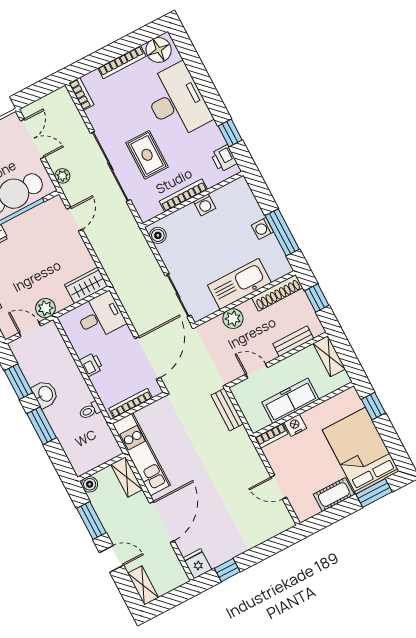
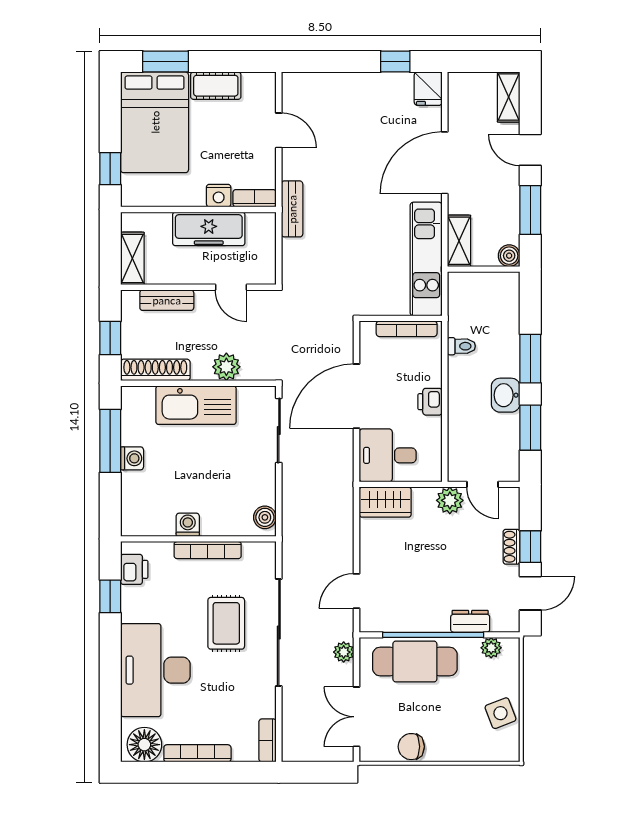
door: (148, 358) -> (357, 396), moved
bench: (227, 410) -> (292, 209), moved

